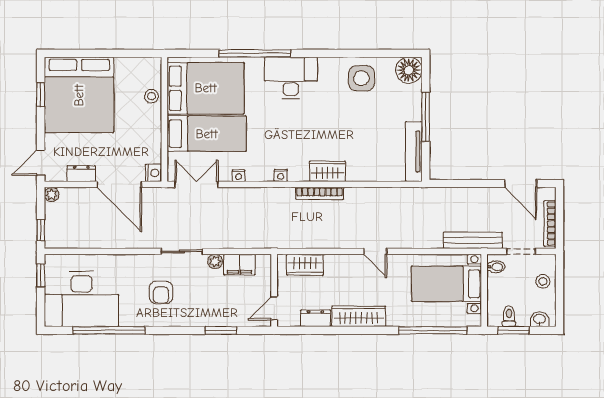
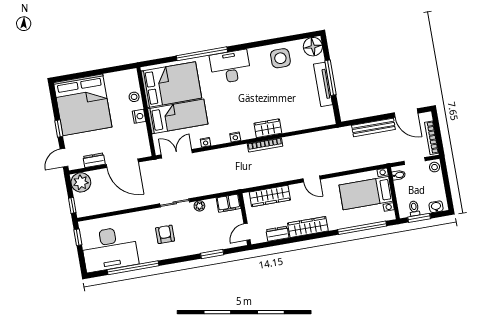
window: (41, 94) -> (59, 128), moved
tv unit: (414, 151) -> (323, 84), moved
nightstand: (154, 173) -> (139, 116), moved
plant: (52, 194) -> (81, 182), width x1.88, depth x1.88
bench: (473, 240) -> (373, 127), moved
filing cabinet: (239, 265) -> (229, 203), moved
wardrobe: (305, 265) -> (270, 196), width x1.50
stool: (543, 281) -> (435, 167), moved
armchair: (161, 292) -> (165, 234), turned 180

